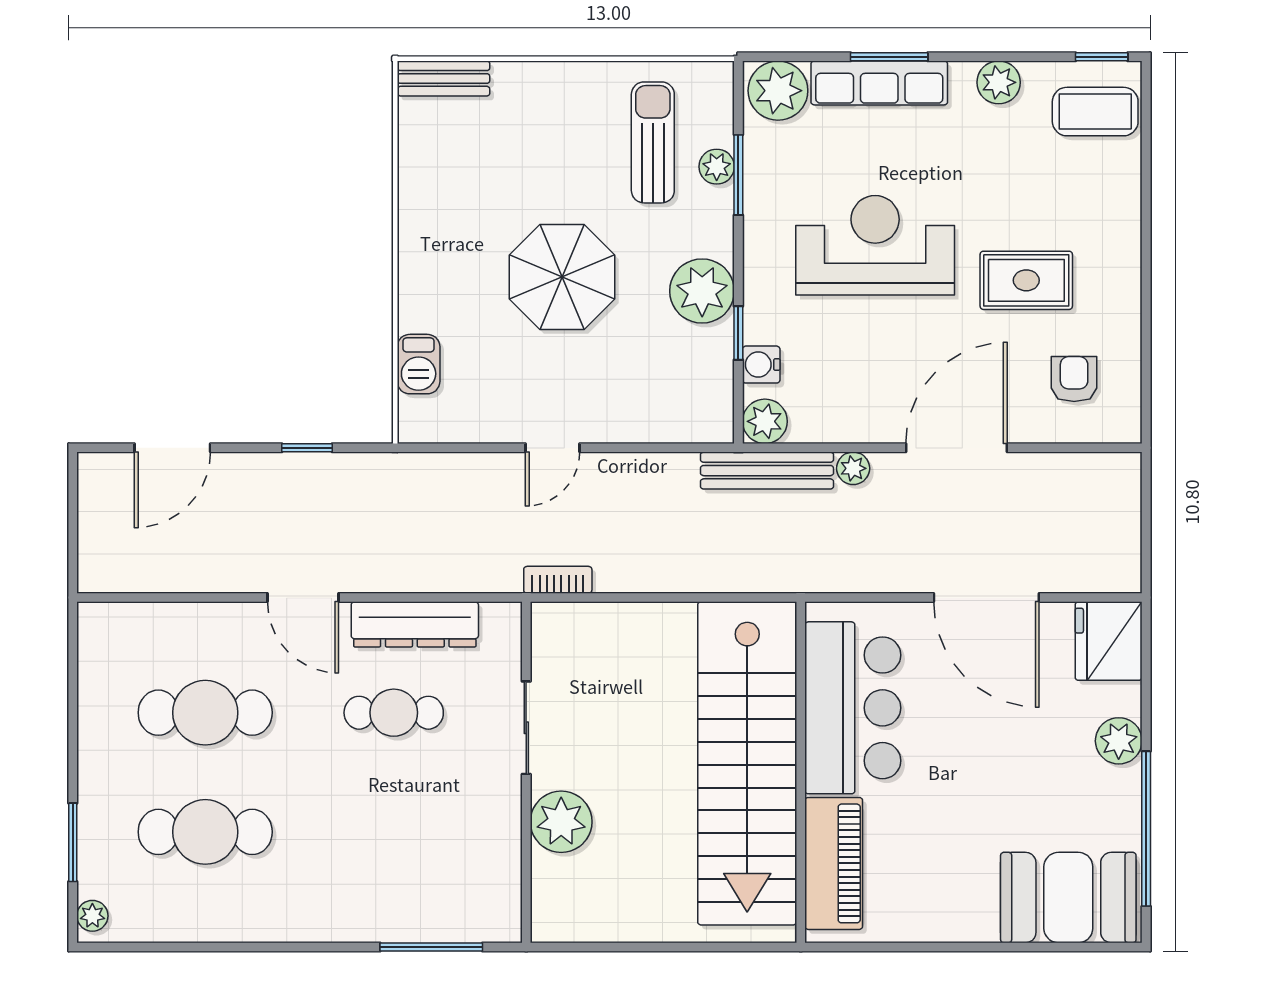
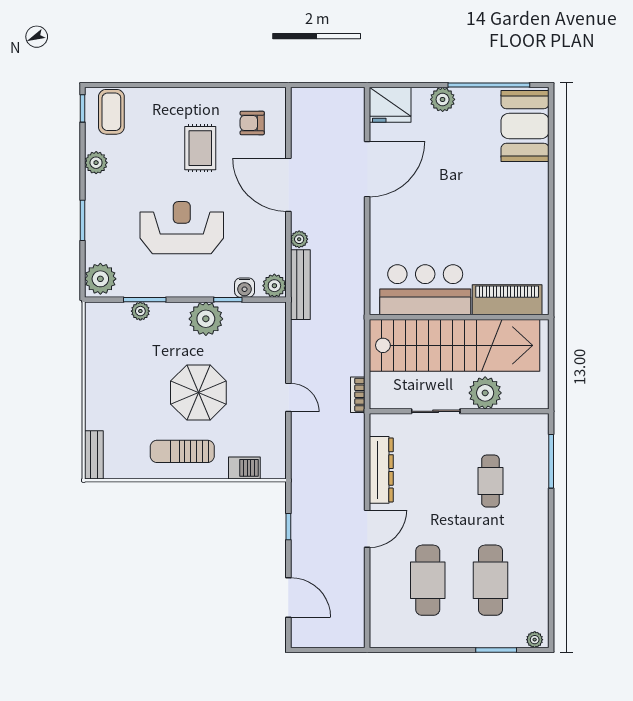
row of seats: (879, 83) -> (96, 226), removed
sun lounger: (653, 142) -> (182, 451), moved
reception desk: (875, 245) -> (182, 228), turned 90
bar counter: (853, 708) -> (425, 290), moved
cafe table: (394, 713) -> (490, 481), moved
stairs: (747, 763) -> (454, 345), moved
wall: (801, 772) -> (459, 317), moved
piano: (834, 863) -> (507, 300), moved

